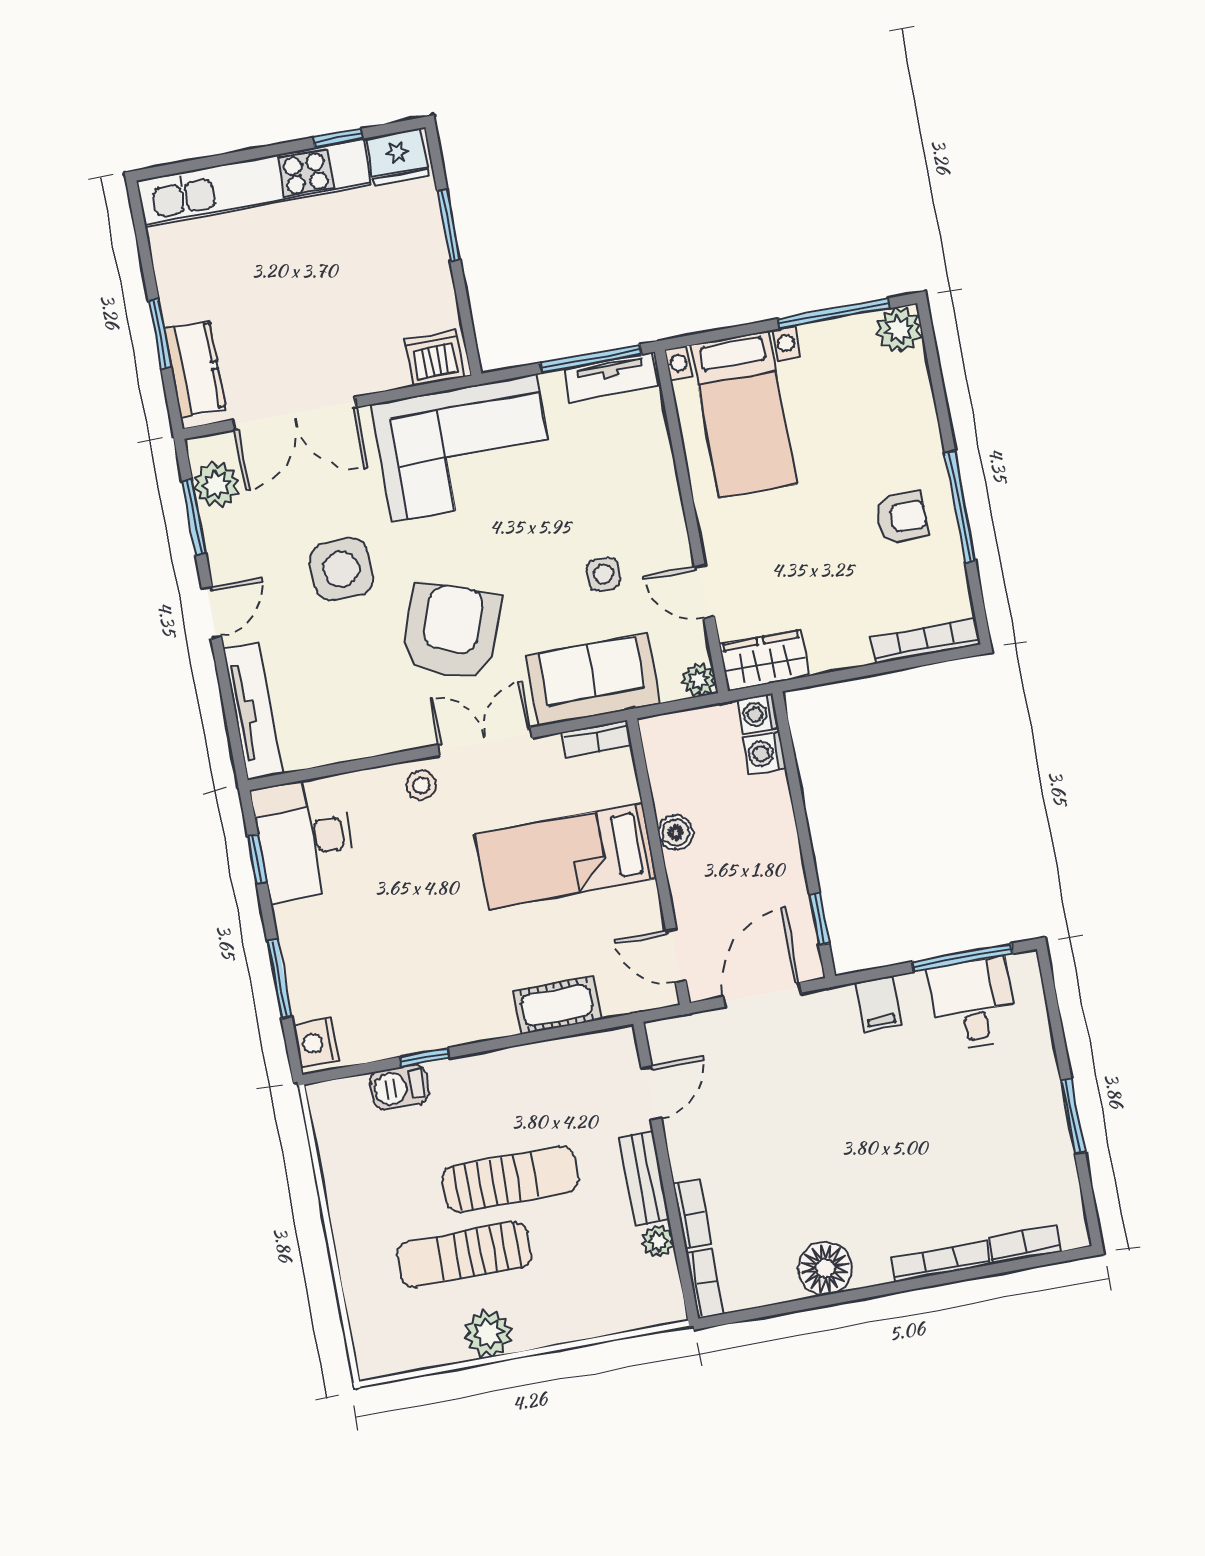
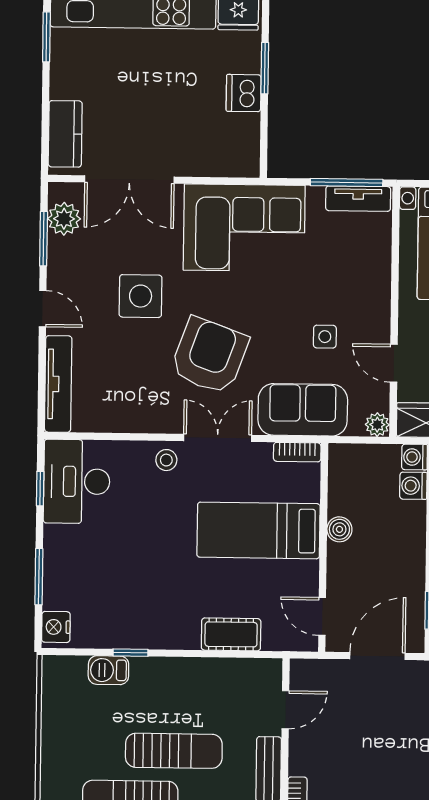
window: (160, 334) -> (46, 37), moved
dishwasher: (434, 358) -> (244, 93), moved, turned -90
door: (212, 613) -> (43, 309), hinge flipped

